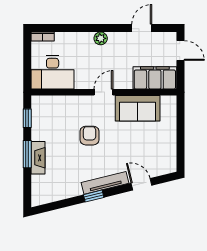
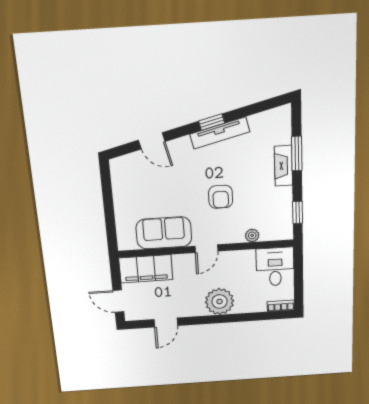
plant: (101, 38) -> (220, 302), width x1.87, depth x1.87
desk: (53, 72) -> (275, 267), width x0.73
plant: (65, 101) -> (252, 235), added
window: (27, 154) -> (297, 154), moved
tv unit: (105, 183) -> (220, 133), moved

